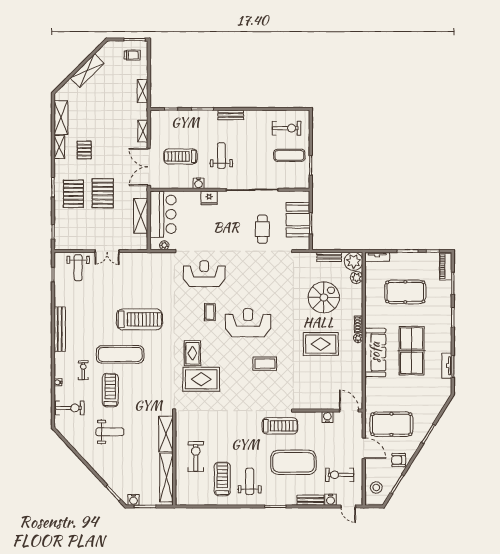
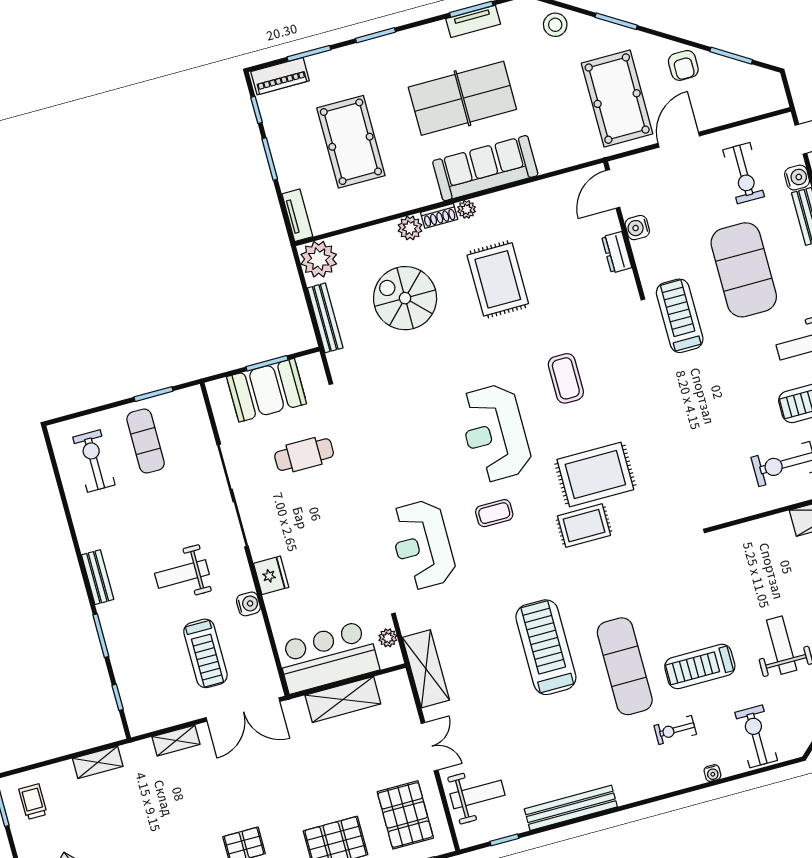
pallet: (103, 193) -> (405, 815), moved, turned 90
bench: (329, 257) -> (325, 318), width x1.36
plant: (357, 277) -> (410, 228), moved
bench: (60, 329) -> (571, 808), moved
rug: (201, 379) -> (595, 474), moved, turned 90
dresser: (318, 404) -> (617, 252), added
shelving: (166, 434) -> (426, 669), moved, turned 90
stool: (376, 487) -> (555, 25), moved

